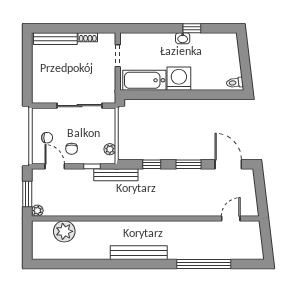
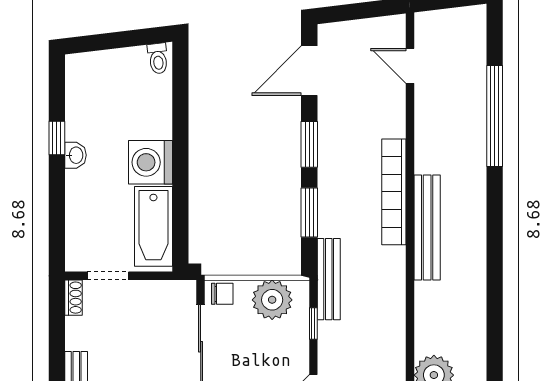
shoe rack: (88, 37) -> (74, 298), moved
chair: (72, 149) -> (222, 294), moved
plant: (110, 149) -> (272, 300), width x1.88, depth x1.88
window: (152, 164) -> (309, 212), width x1.50
bookcase: (163, 210) -> (394, 192), added
bench: (139, 253) -> (427, 228), moved

